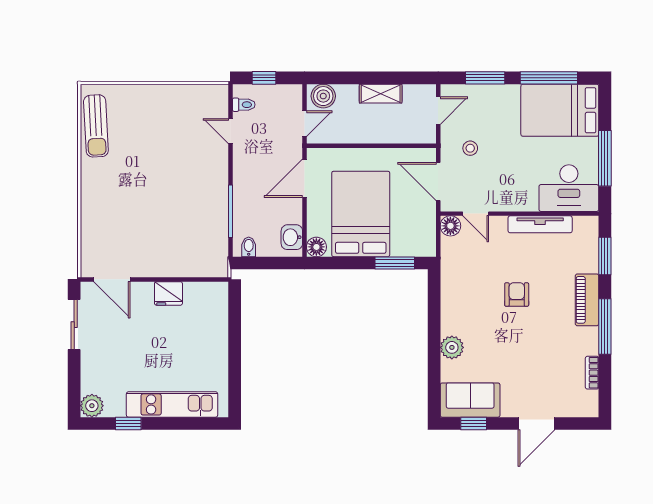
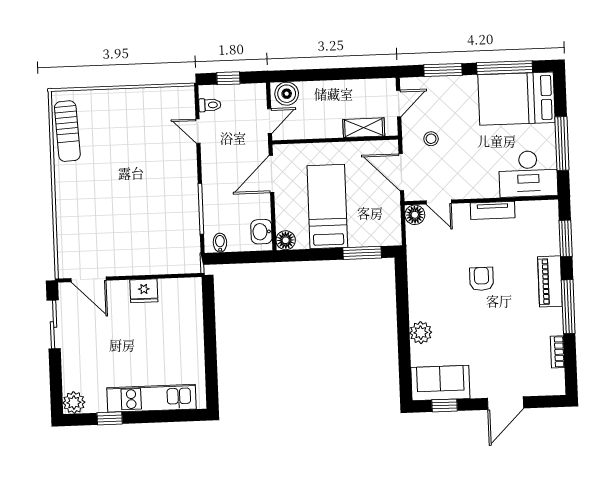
shelving: (381, 94) -> (364, 128), moved
bed: (361, 214) -> (327, 207), width x0.67
tv unit: (540, 224) -> (493, 210), width x0.71

